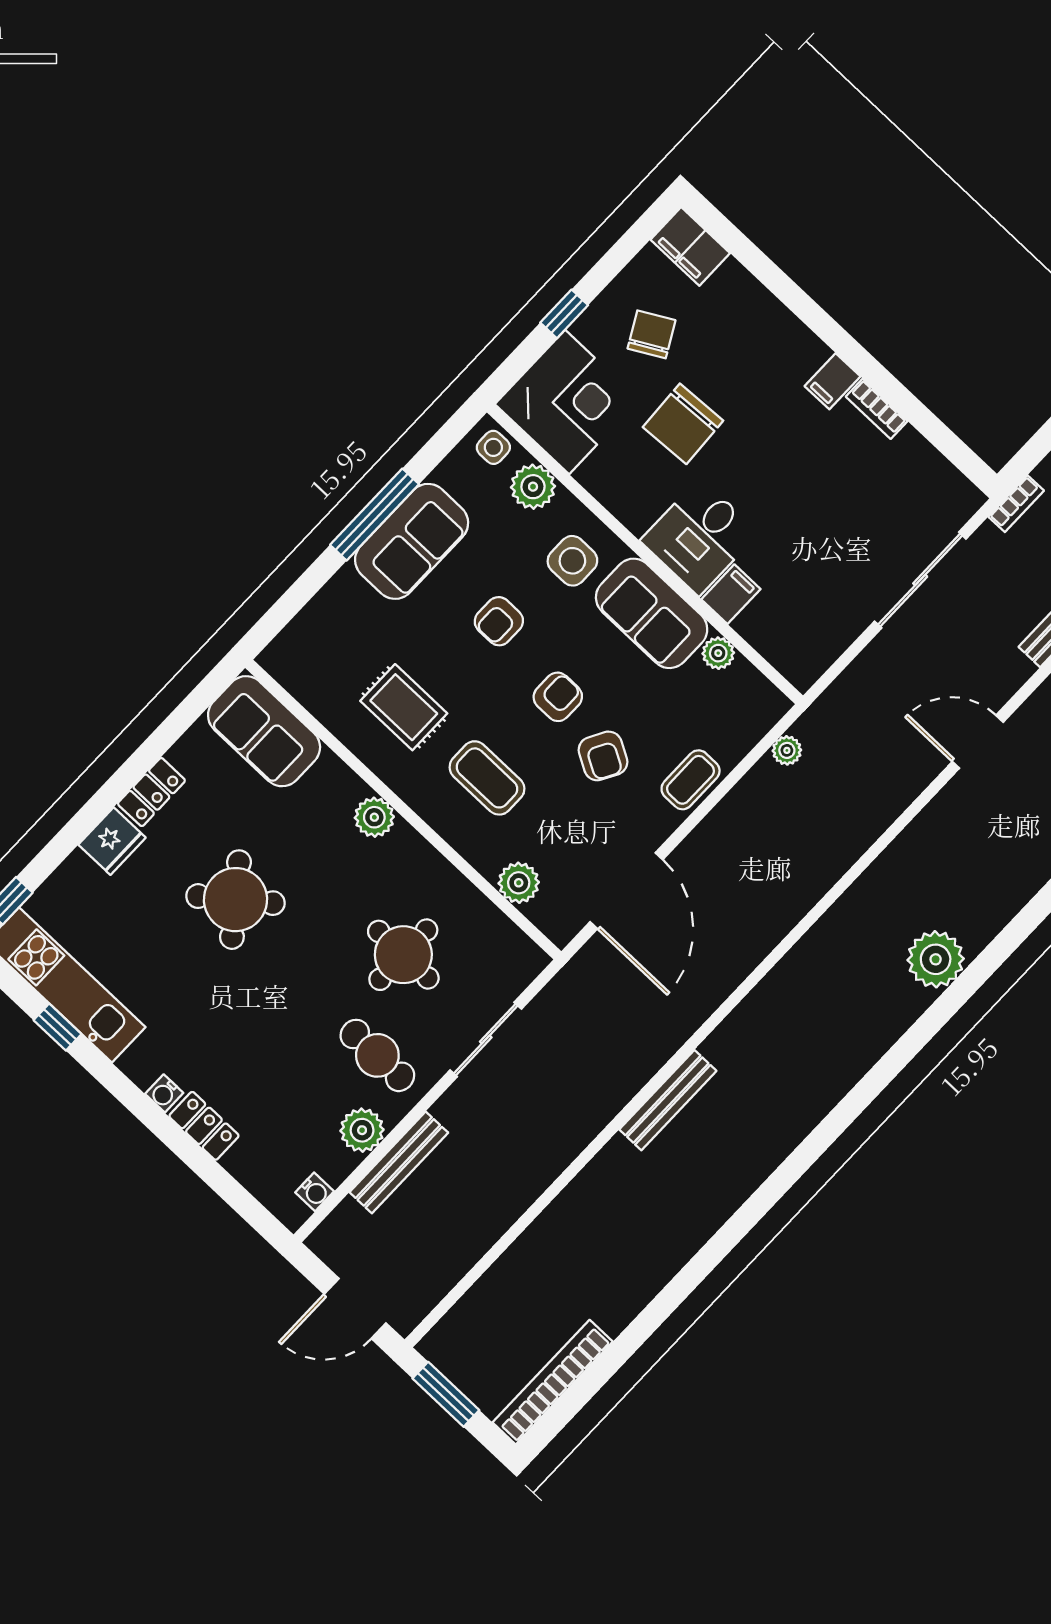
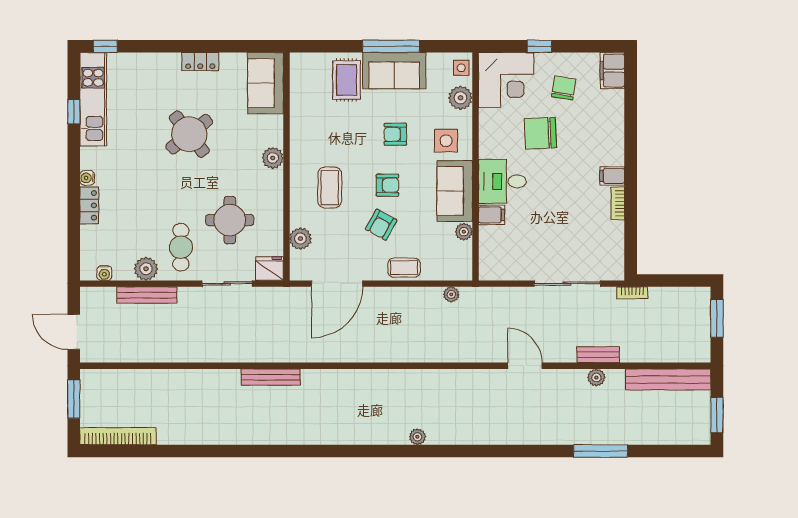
chair: (651, 334) -> (564, 88), turned -52
rug: (404, 707) -> (347, 80), moved
fridge: (112, 841) -> (270, 269), moved, turned 180
plant: (936, 959) -> (417, 437), width x0.53, depth x0.53

